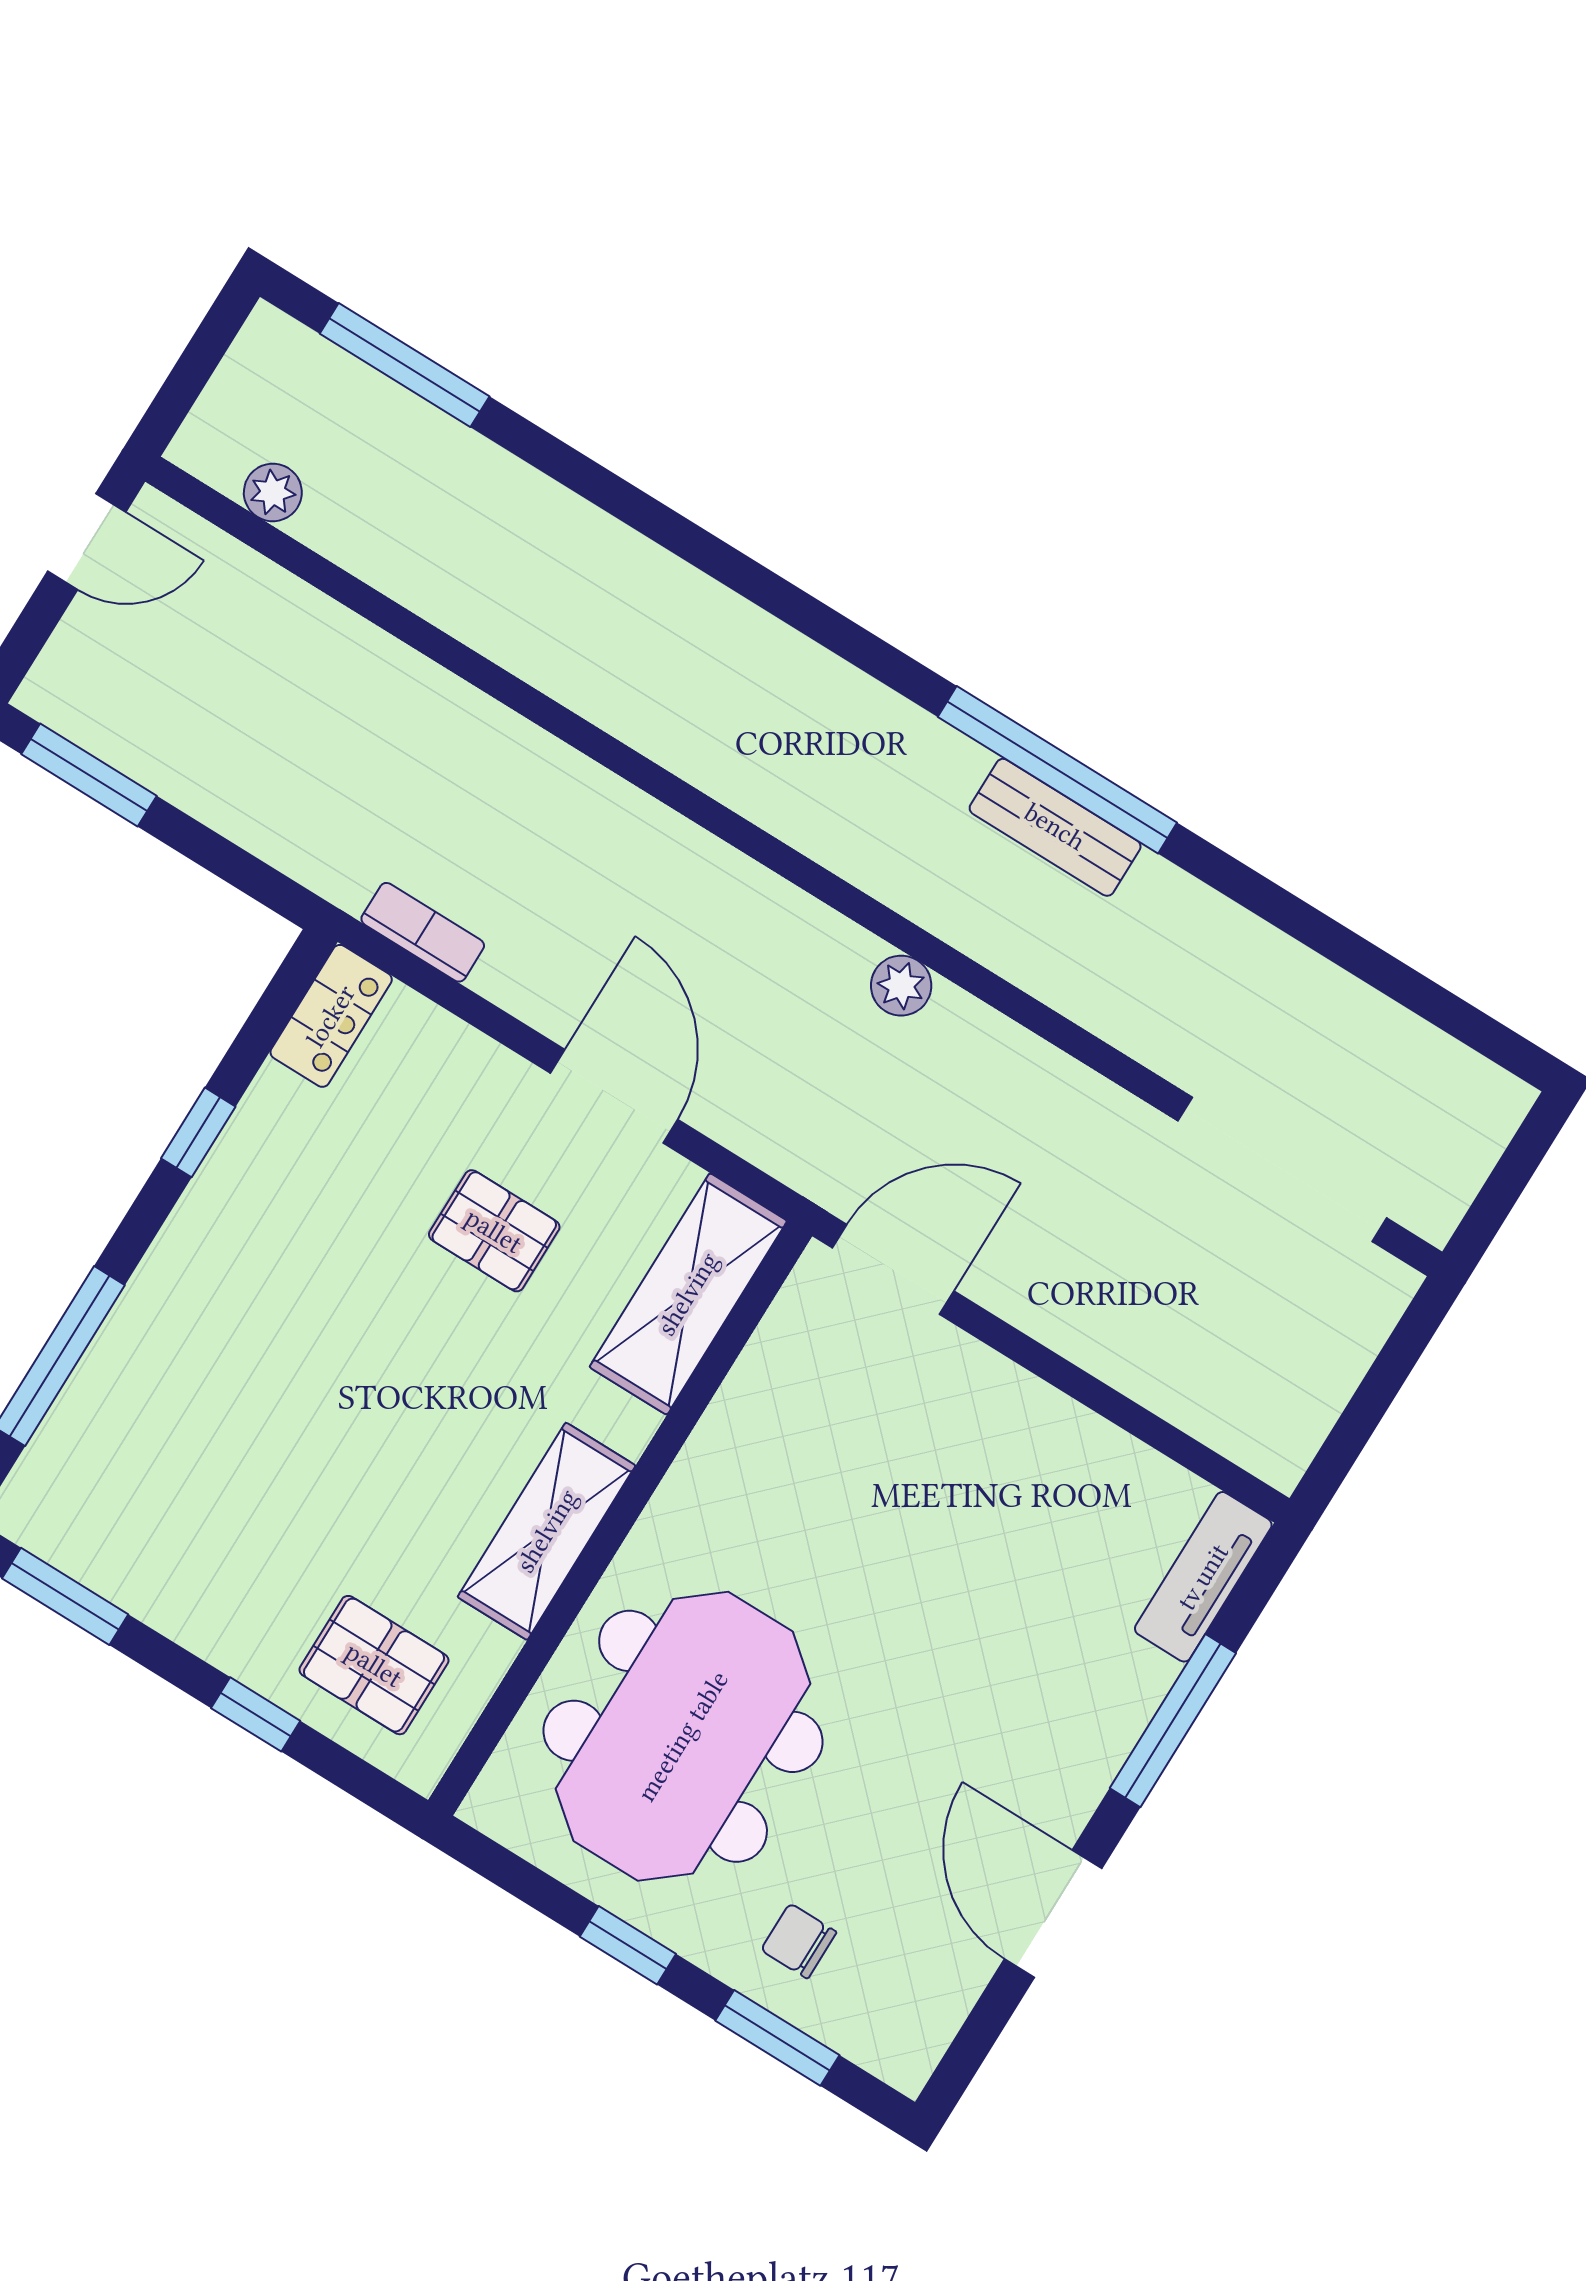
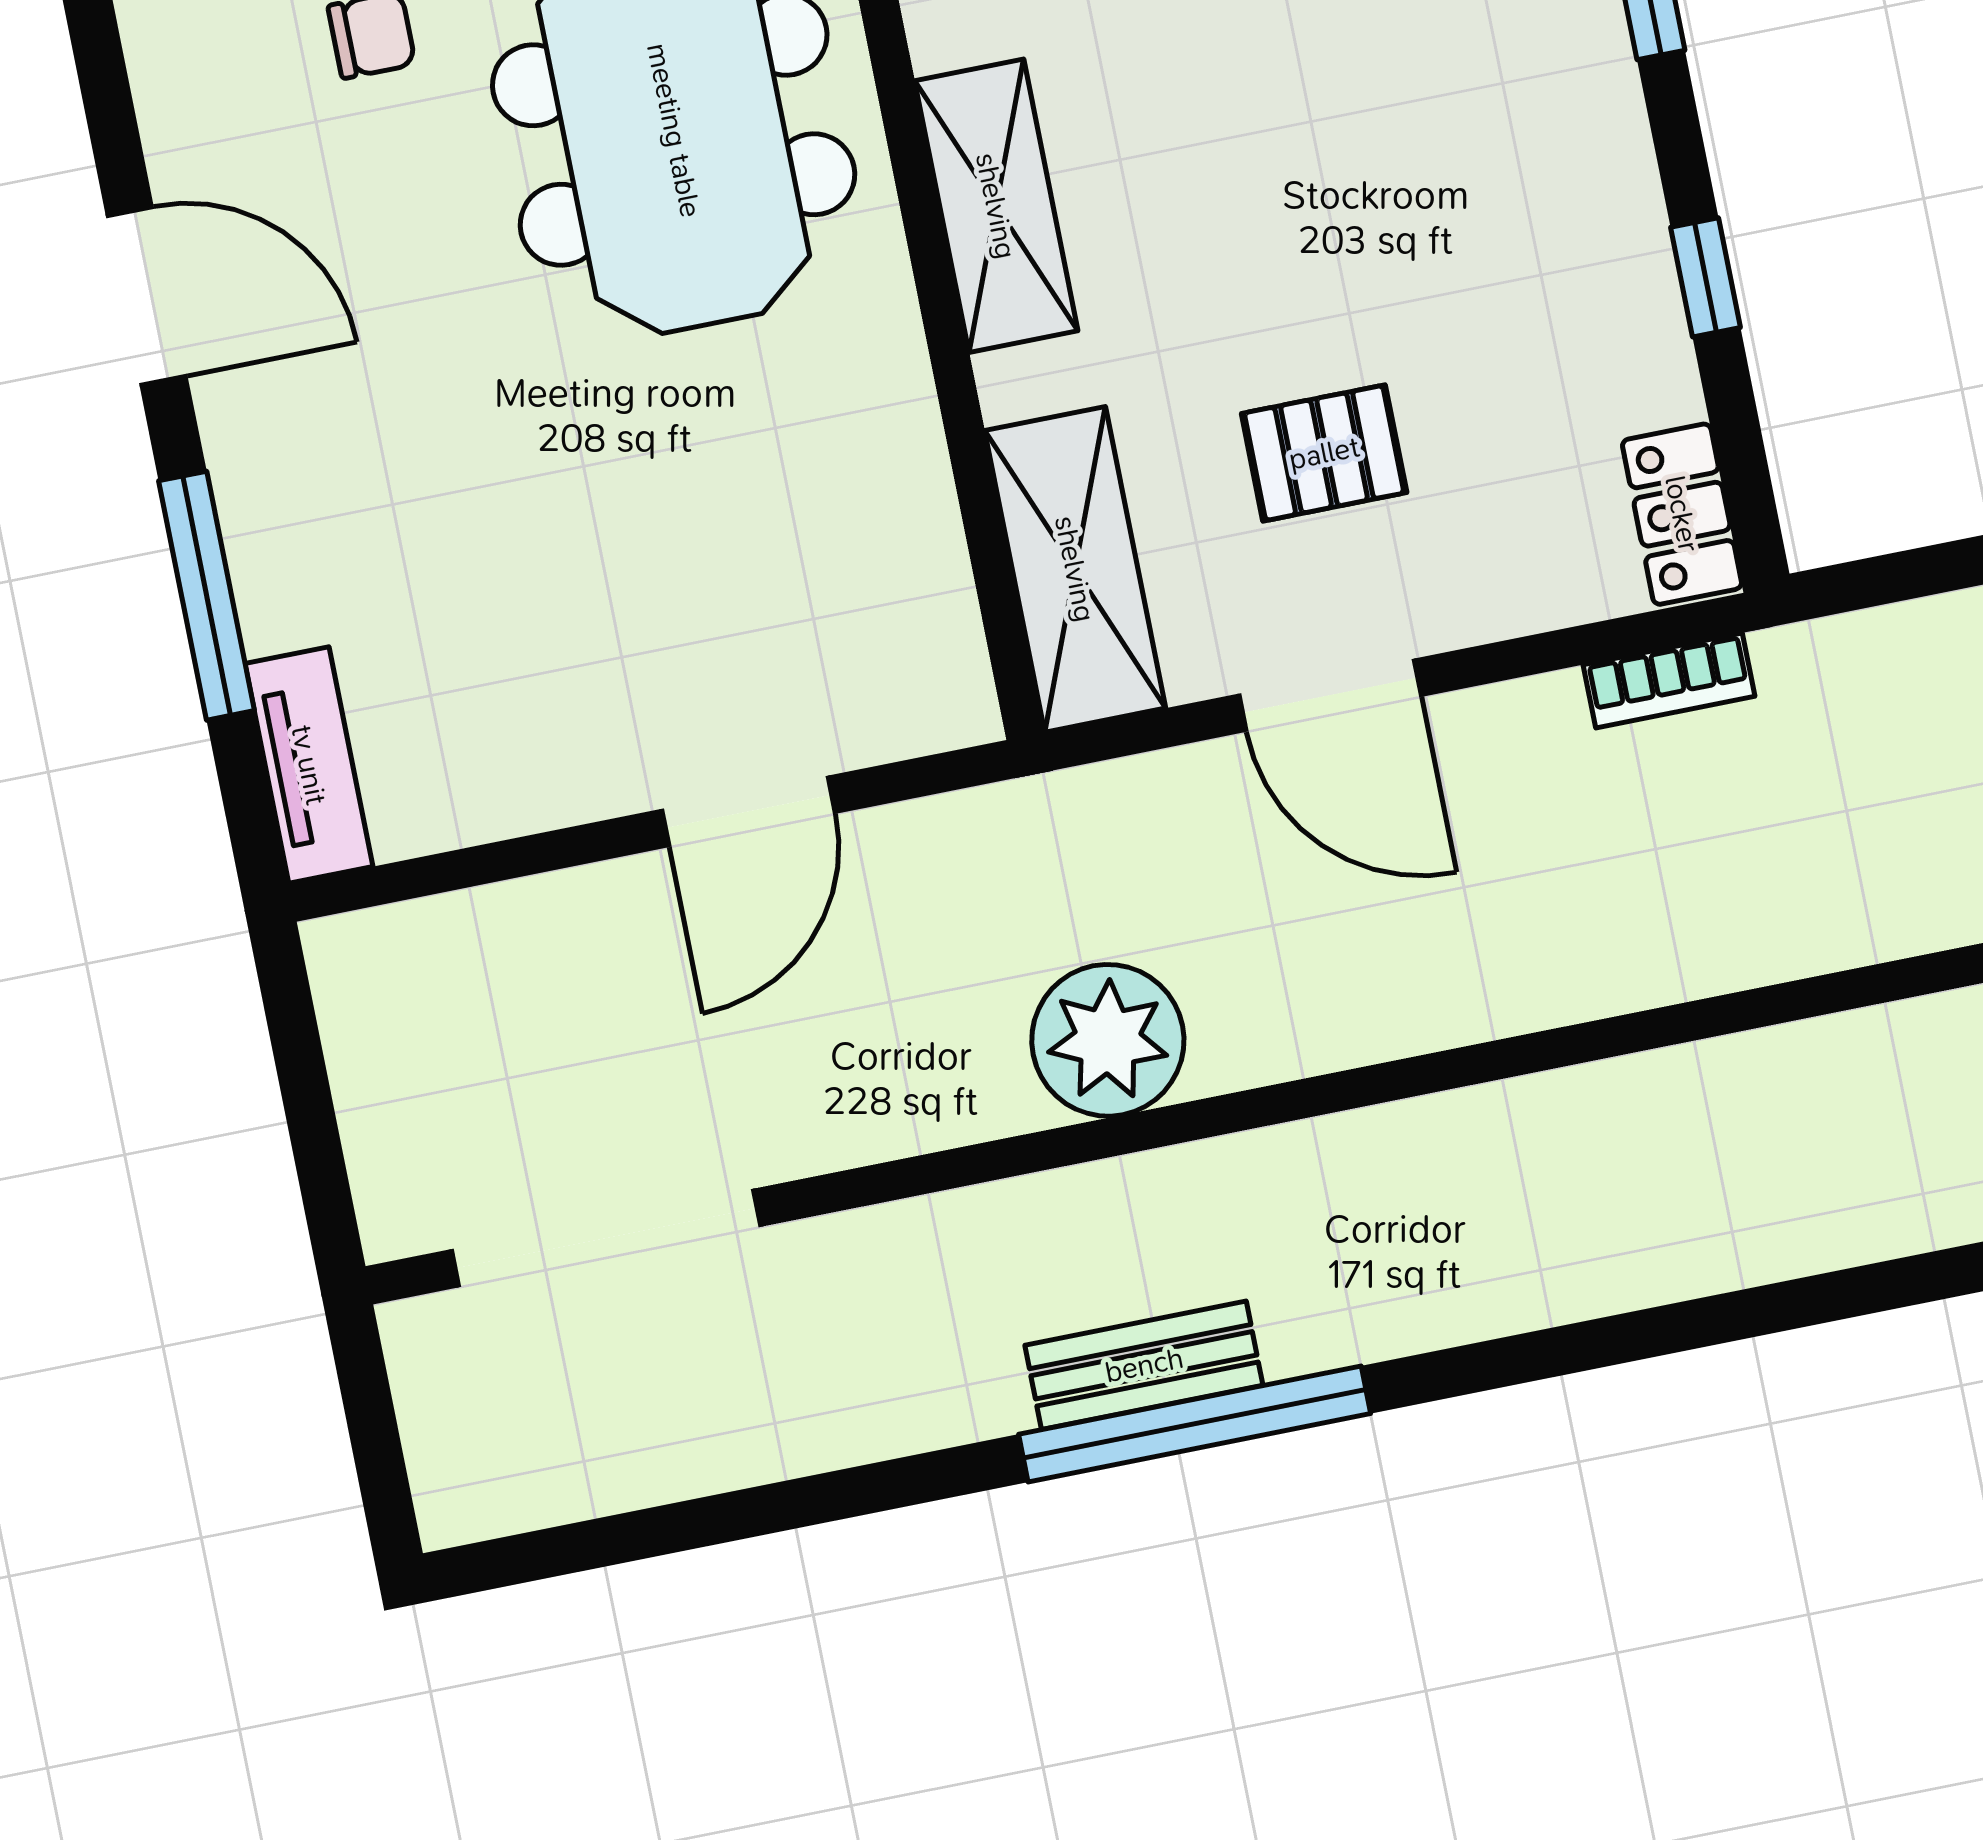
plant: (901, 986) -> (1108, 1040), width x1.88, depth x1.88
door: (893, 1269) -> (748, 811), moved

